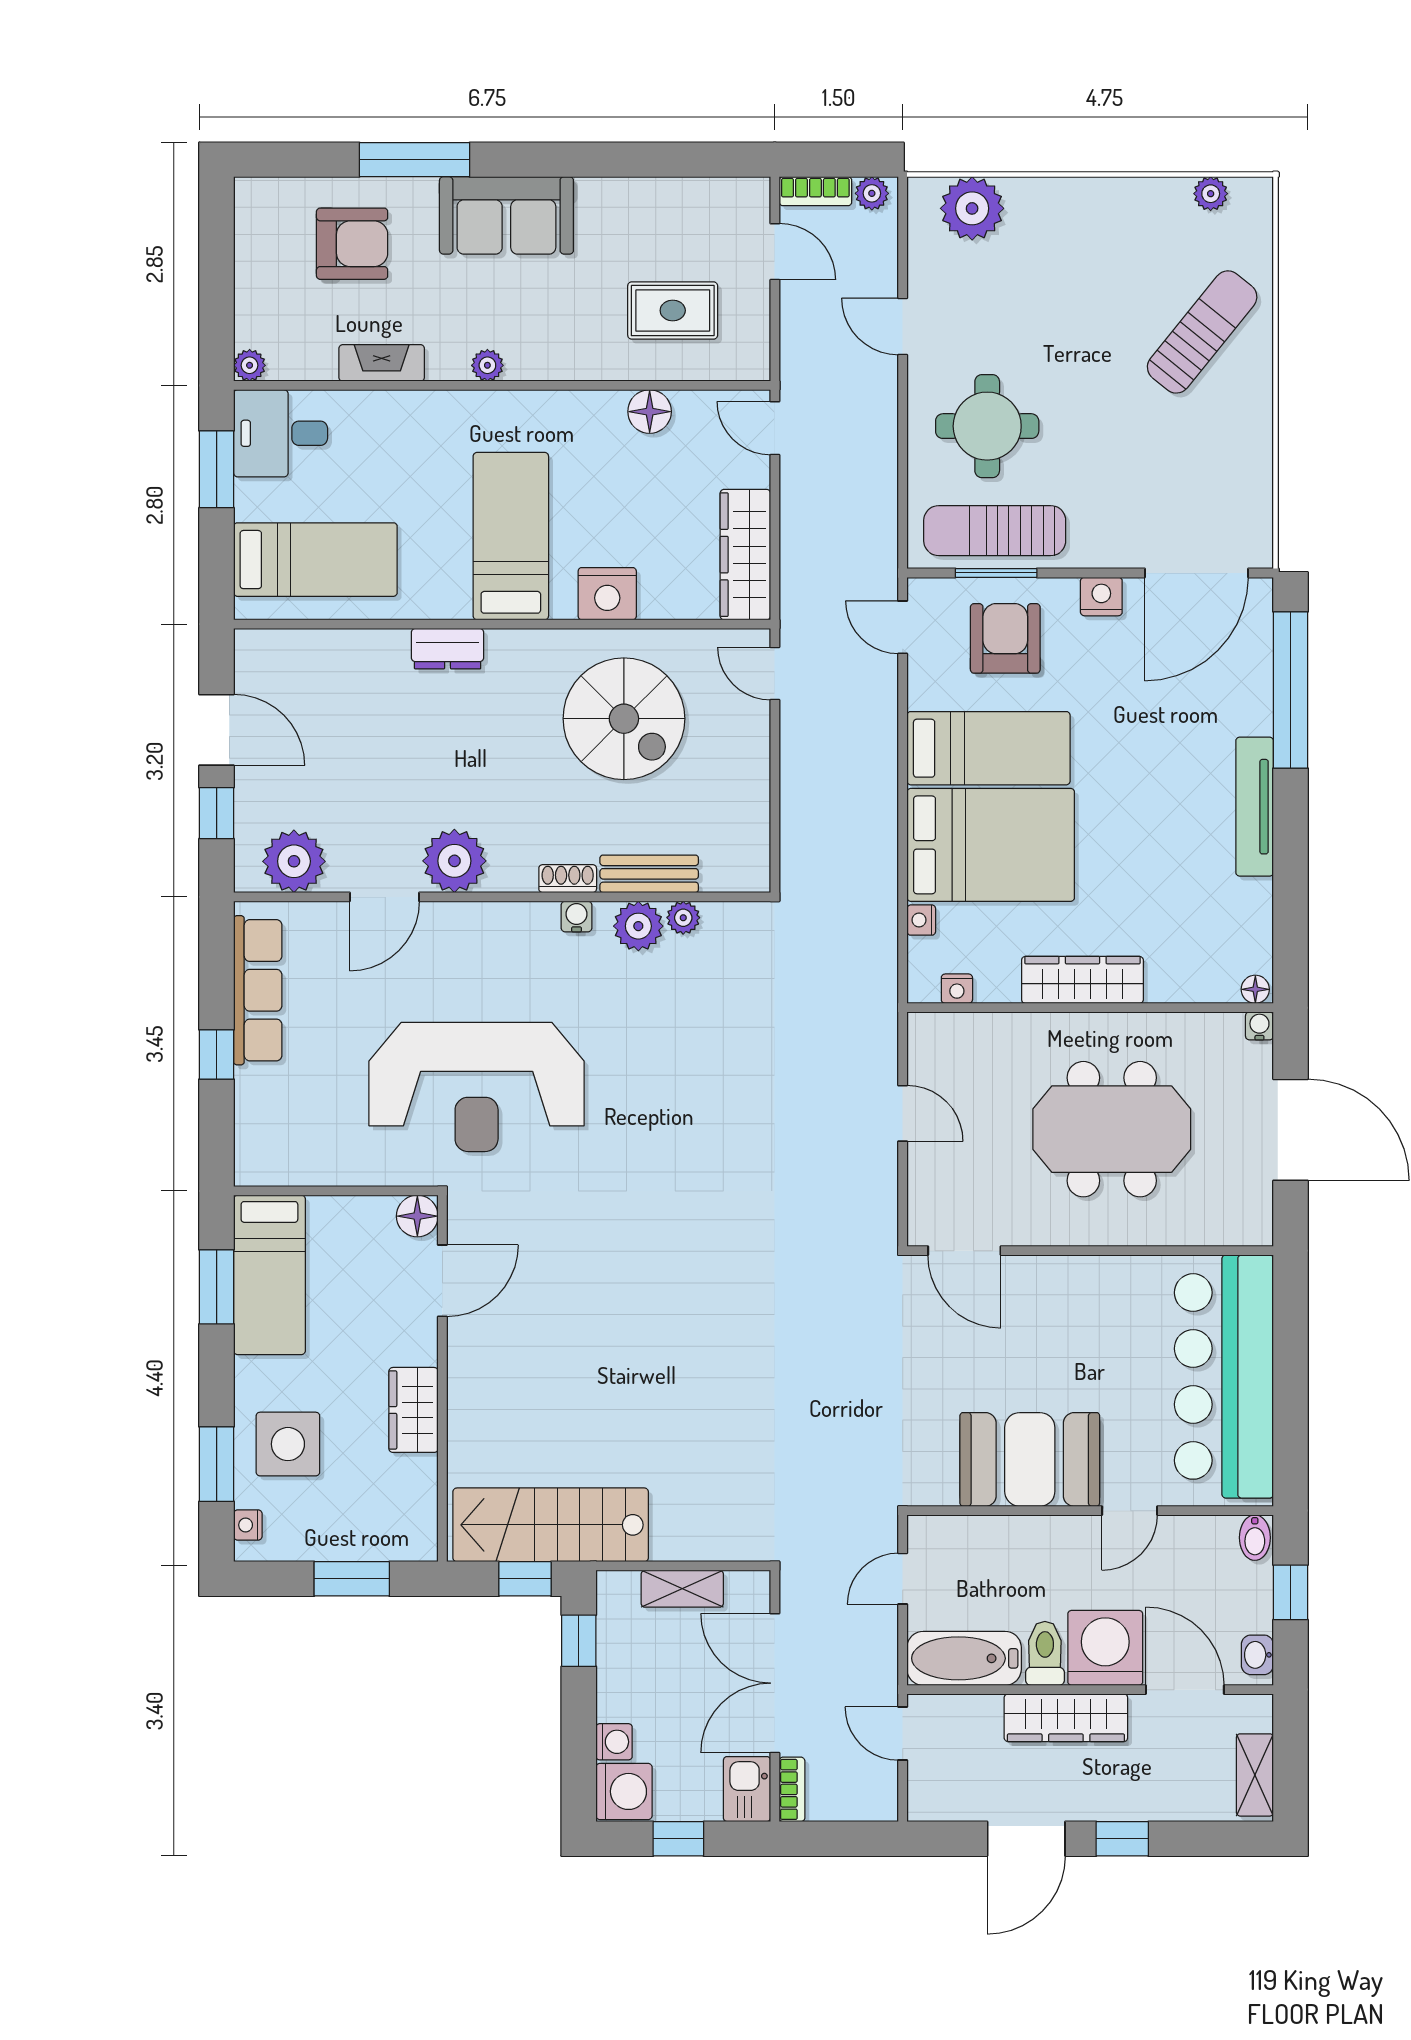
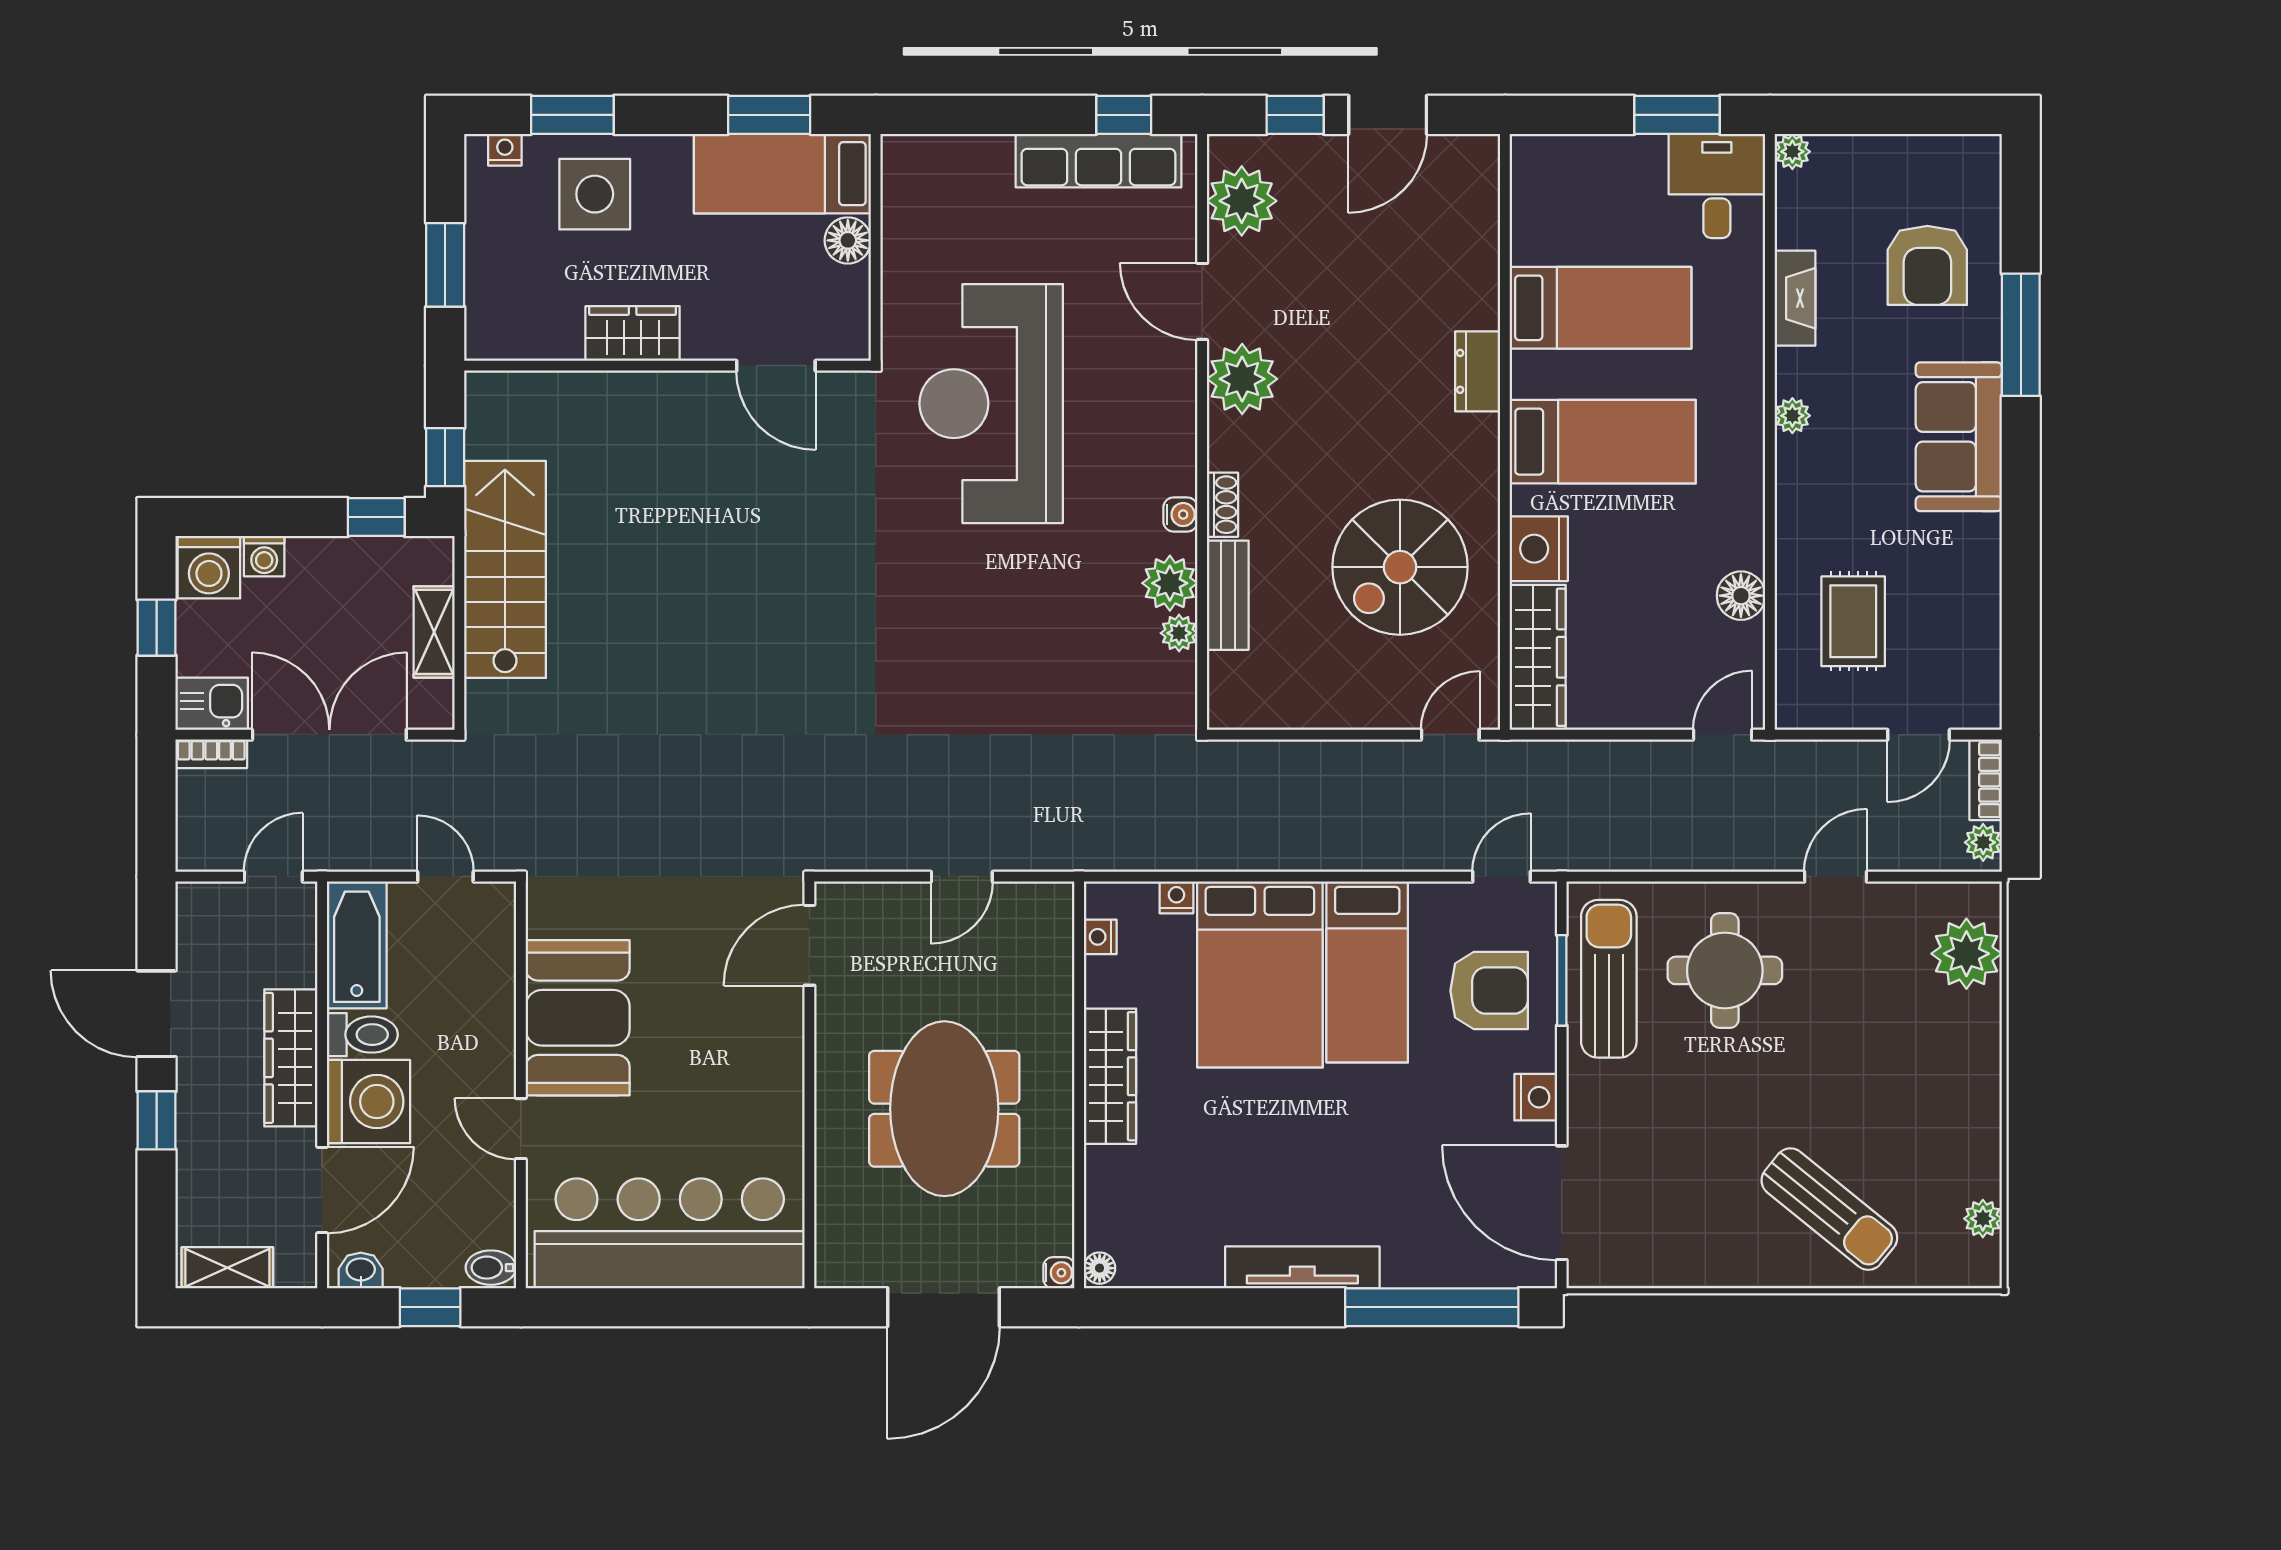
wardrobe: (745, 555) -> (1538, 657), moved, turned 90
bed: (315, 560) -> (1601, 308), moved, turned -90
window: (217, 1054) -> (1124, 115), moved
floor lamp: (417, 1216) -> (848, 240), moved
stairs: (551, 1525) -> (505, 569), moved

